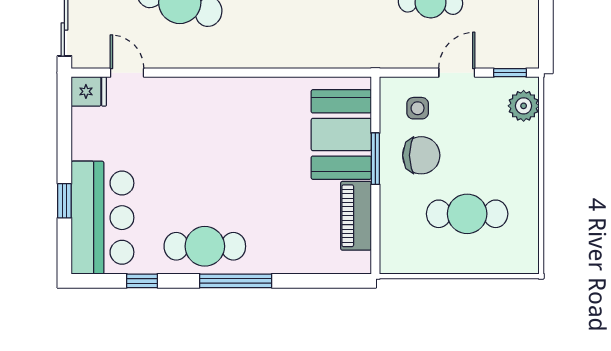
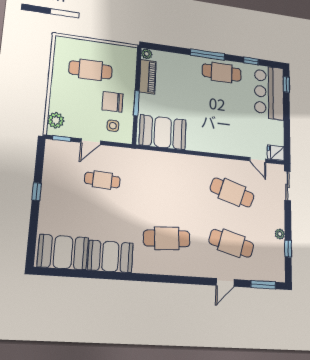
booth: (341, 134) -> (163, 132), moved, turned 90
window: (64, 201) -> (286, 84), moved
plant: (360, 263) -> (147, 54), added

